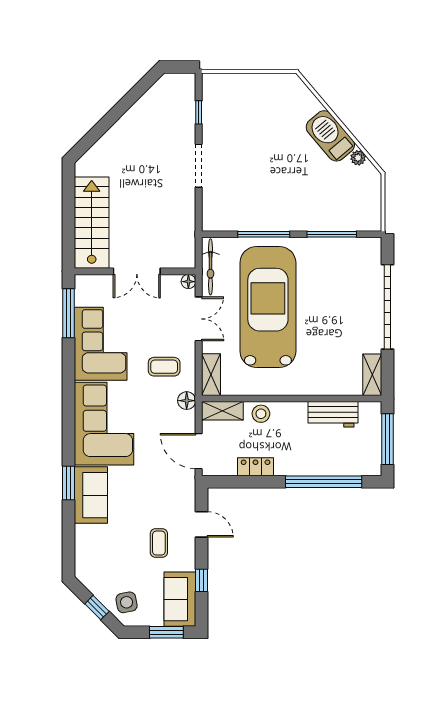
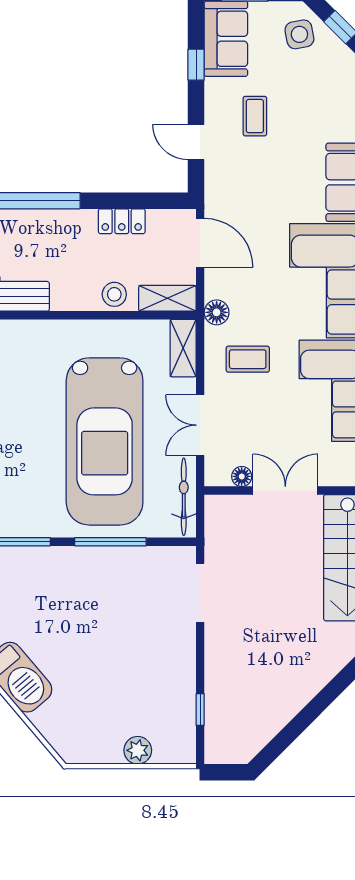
plant: (244, 83) -> (138, 750), added
doorway: (199, 166) -> (200, 593), moved
floor lamp: (188, 282) -> (242, 476), moved

